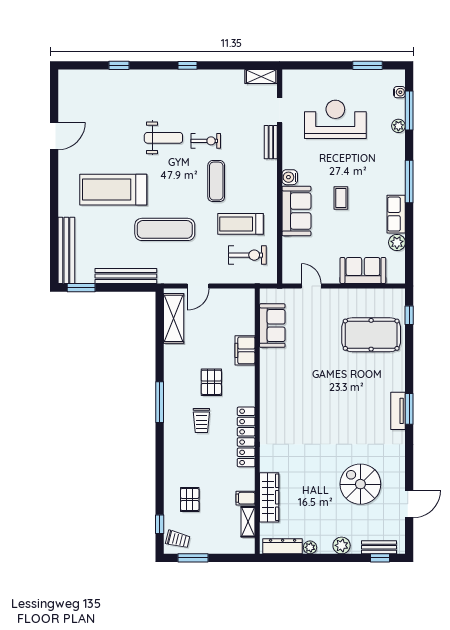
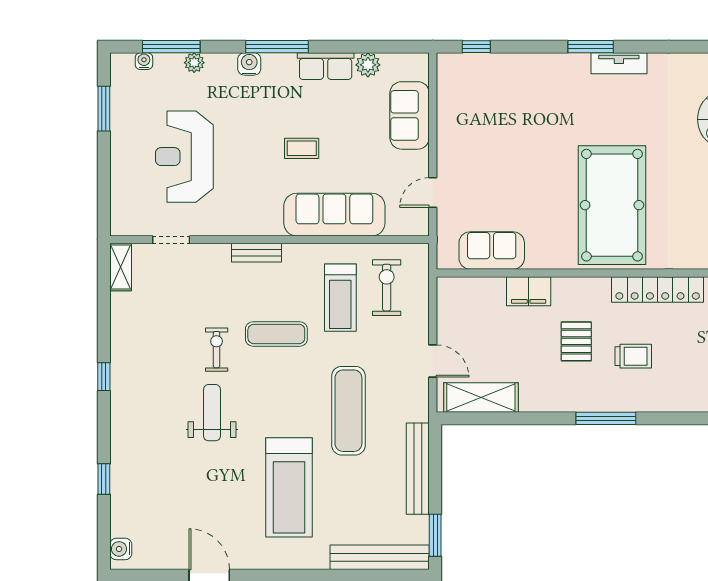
water cooler: (72, 77) -> (121, 549), added
bench: (271, 142) -> (256, 253), moved
water cooler: (290, 177) -> (249, 64), moved, turned 180
sofa: (296, 211) -> (334, 215), width x1.36
pool table: (371, 335) -> (612, 205), moved, width x1.36, depth x1.32
pallet: (211, 382) -> (576, 341), turned 90
window: (409, 409) -> (591, 47), moved

